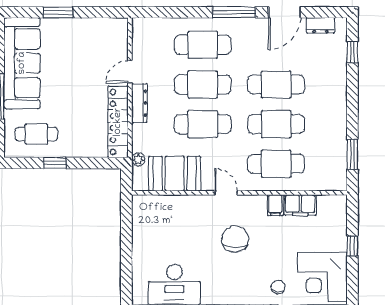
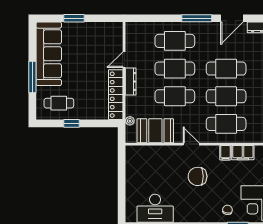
chair: (235, 239) -> (198, 176), turned -90

